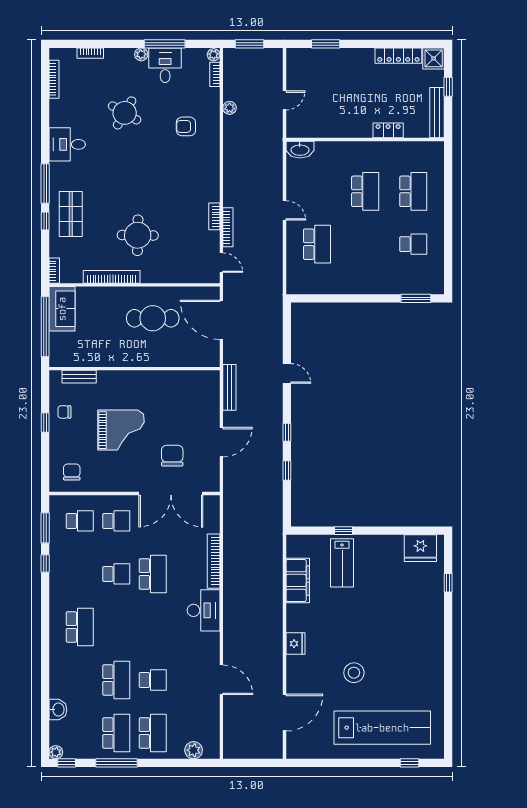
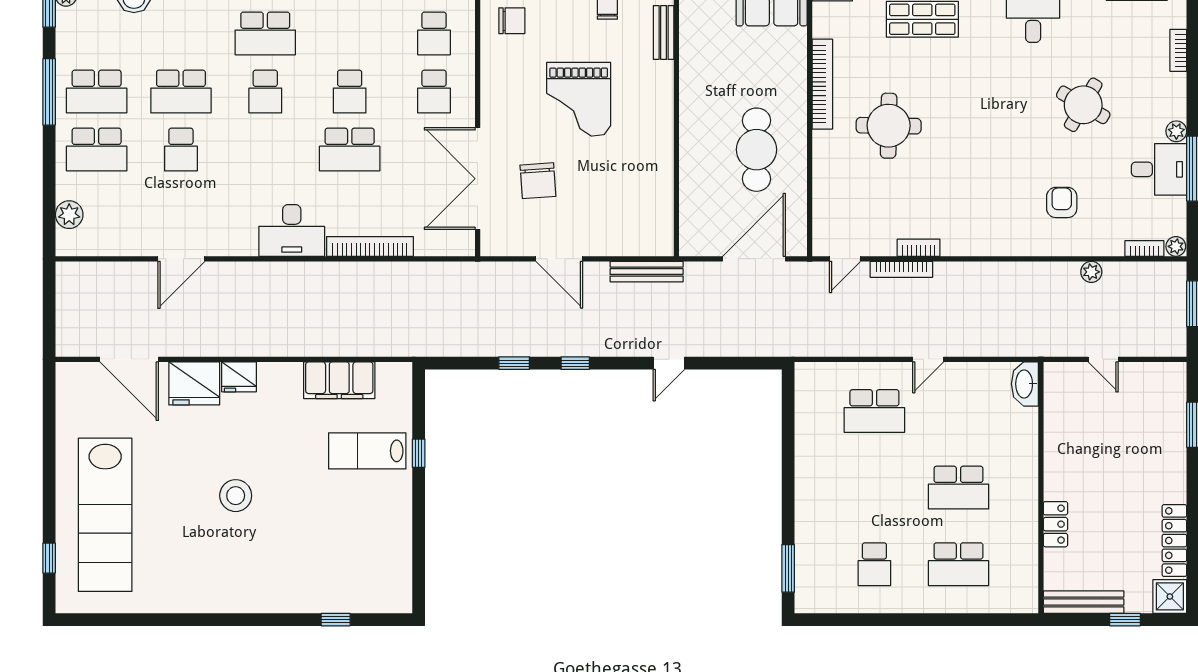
chair: (172, 456) -> (538, 181), turned 86
fridge: (420, 548) -> (194, 383), moved, turned -90
school desk: (116, 627) -> (265, 92), added
stool: (354, 673) -> (236, 496), moved

